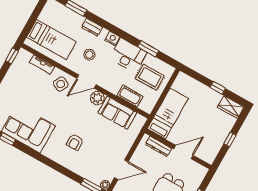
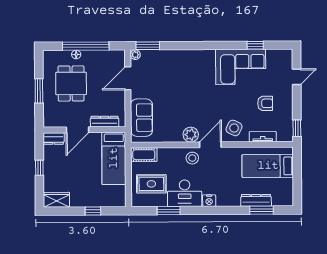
dresser: (92, 27) -> (256, 200), moved, width x1.44
stool: (89, 55) -> (192, 158), moved
window: (218, 88) -> (93, 211), moved
cot: (130, 96) -> (144, 155), moved
sofa: (117, 113) -> (141, 118), moved, turned 90
armchair: (75, 142) -> (265, 103), moved, turned 90
dresser: (206, 156) -> (54, 138), added

